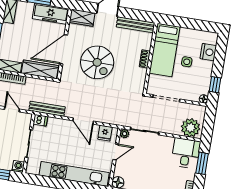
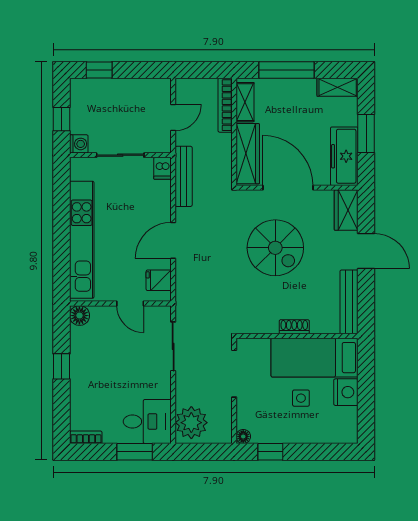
nightstand: (208, 52) -> (346, 392), moved, turned -90
spiral stairs: (97, 62) -> (275, 248), turned -90
plant: (125, 134) -> (163, 313), removed

